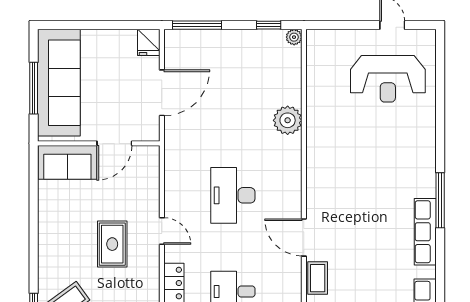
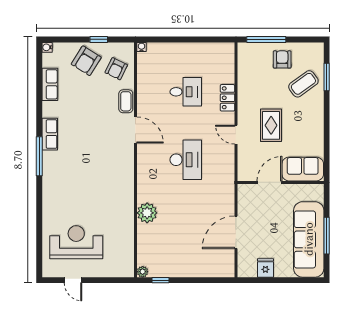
window: (197, 25) -> (211, 280), removed
fridge: (149, 42) -> (265, 268), moved
wall: (99, 143) -> (281, 182), moved
door: (114, 143) -> (270, 182), moved
sofa: (67, 162) -> (303, 169), moved
row of seats: (425, 232) -> (50, 134), width x0.68

